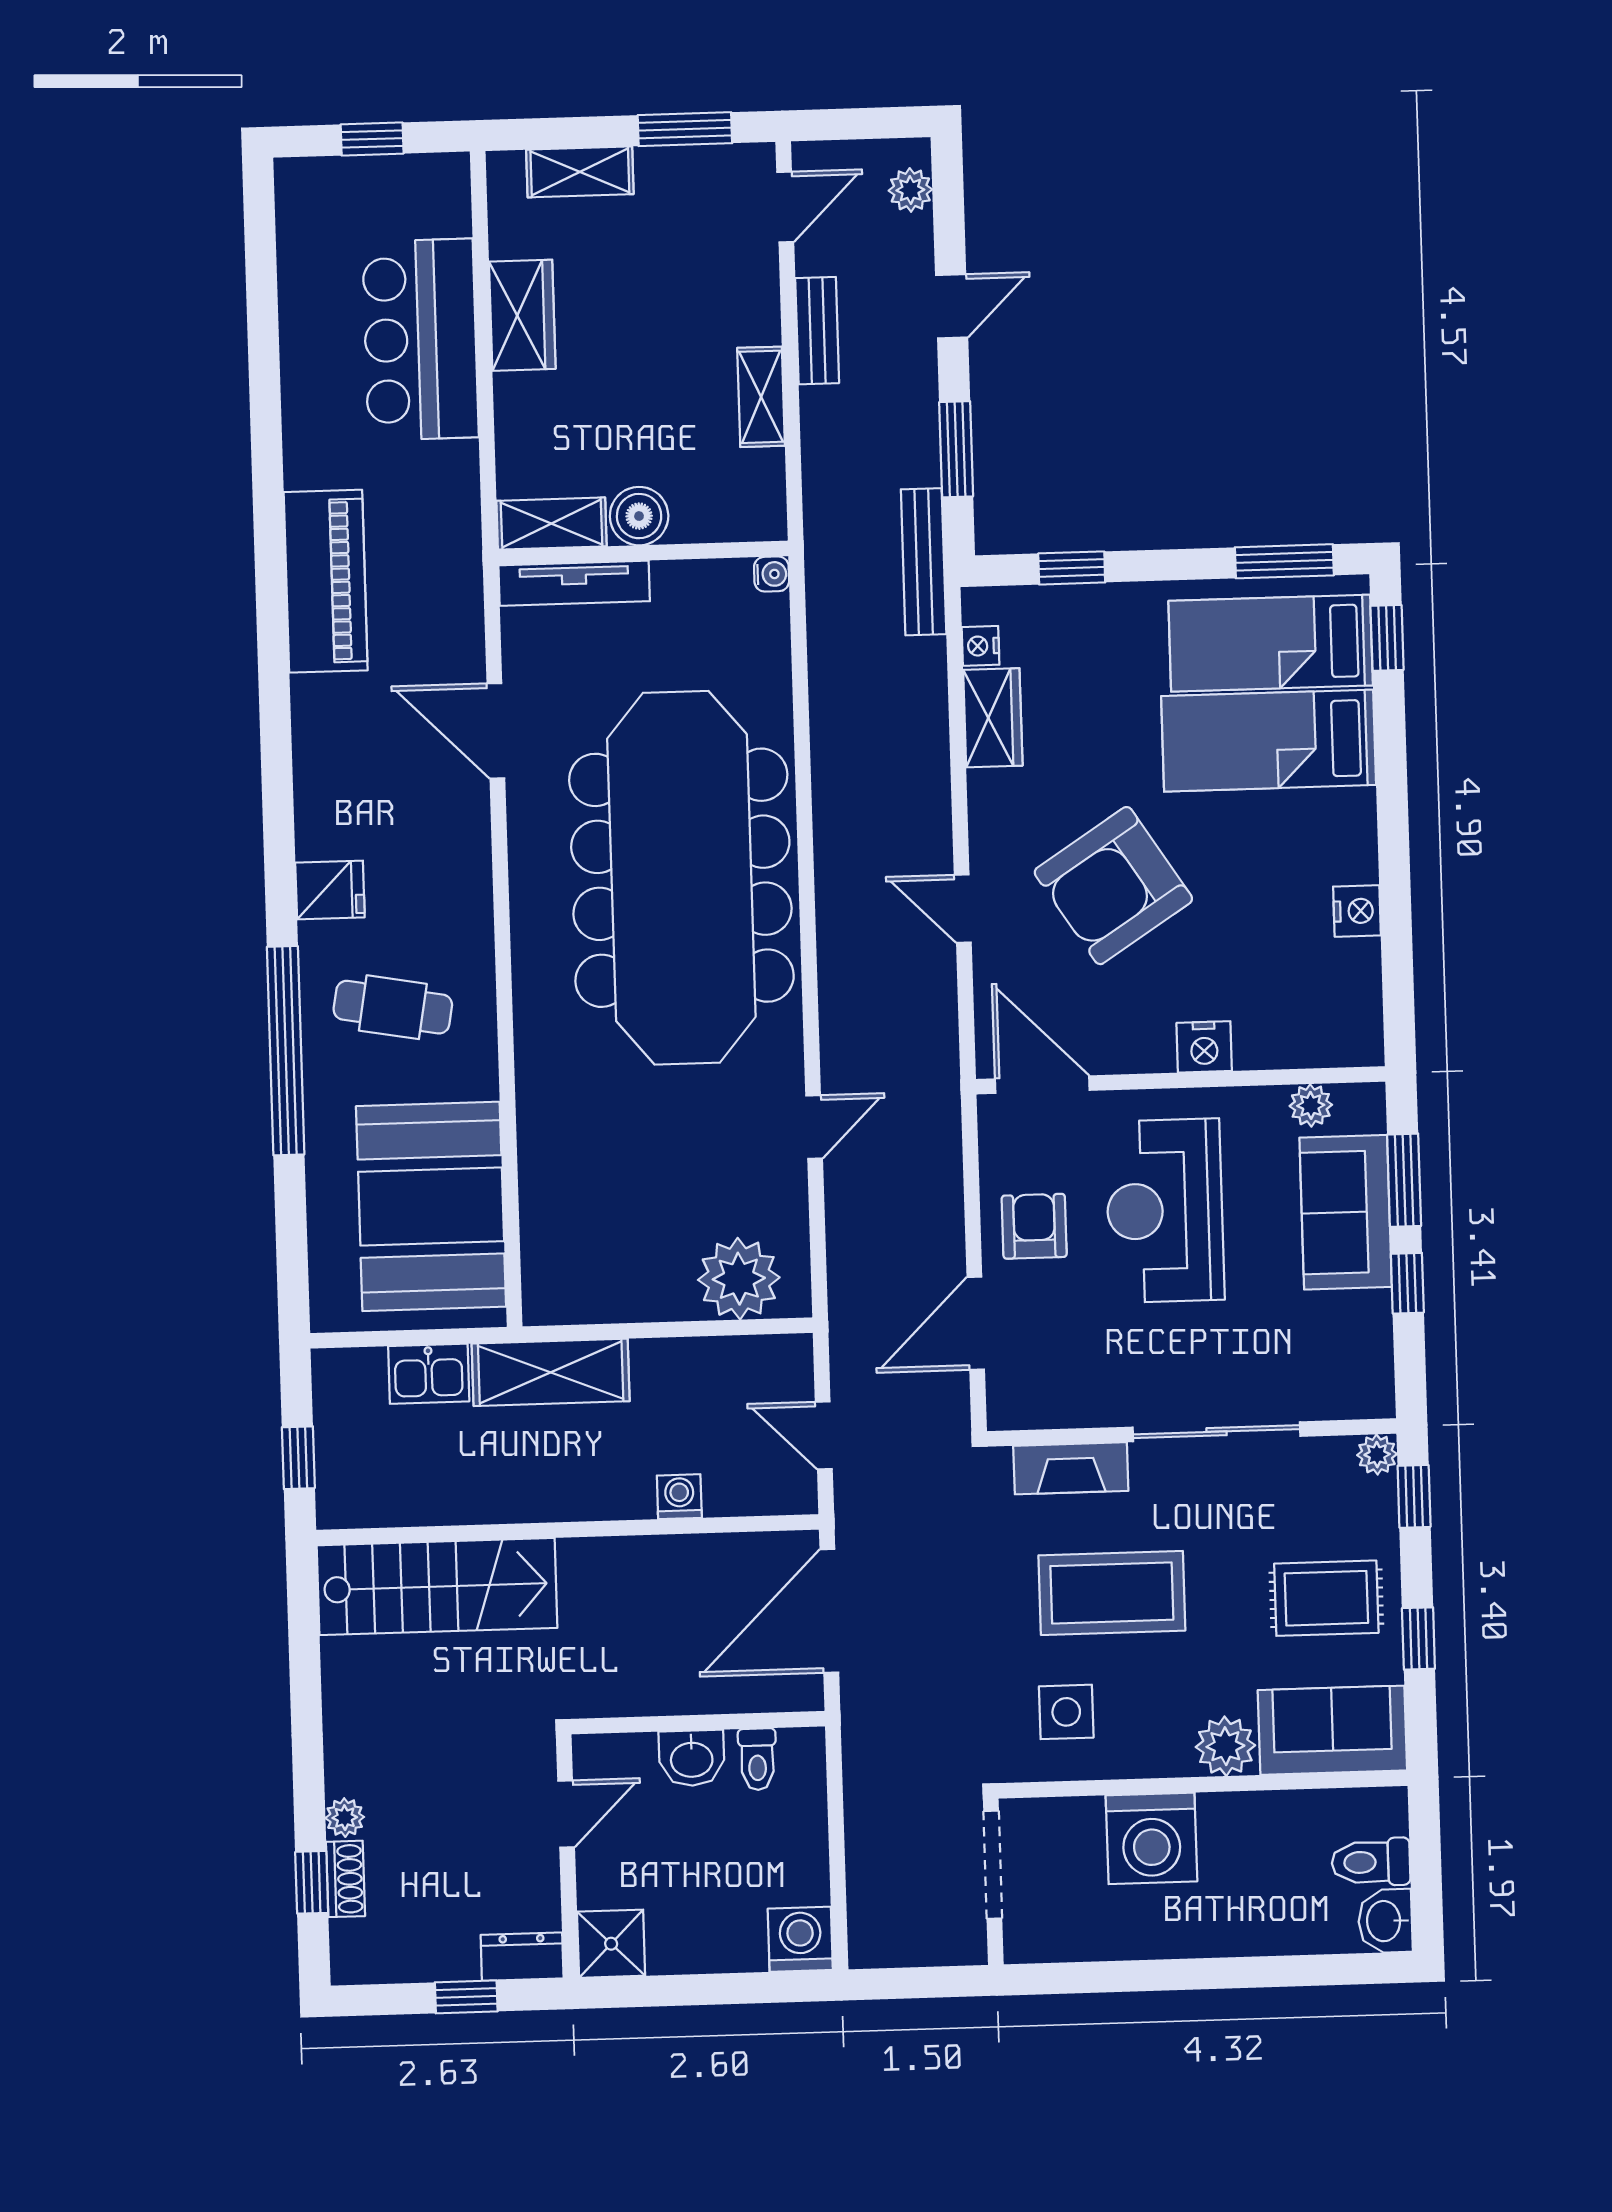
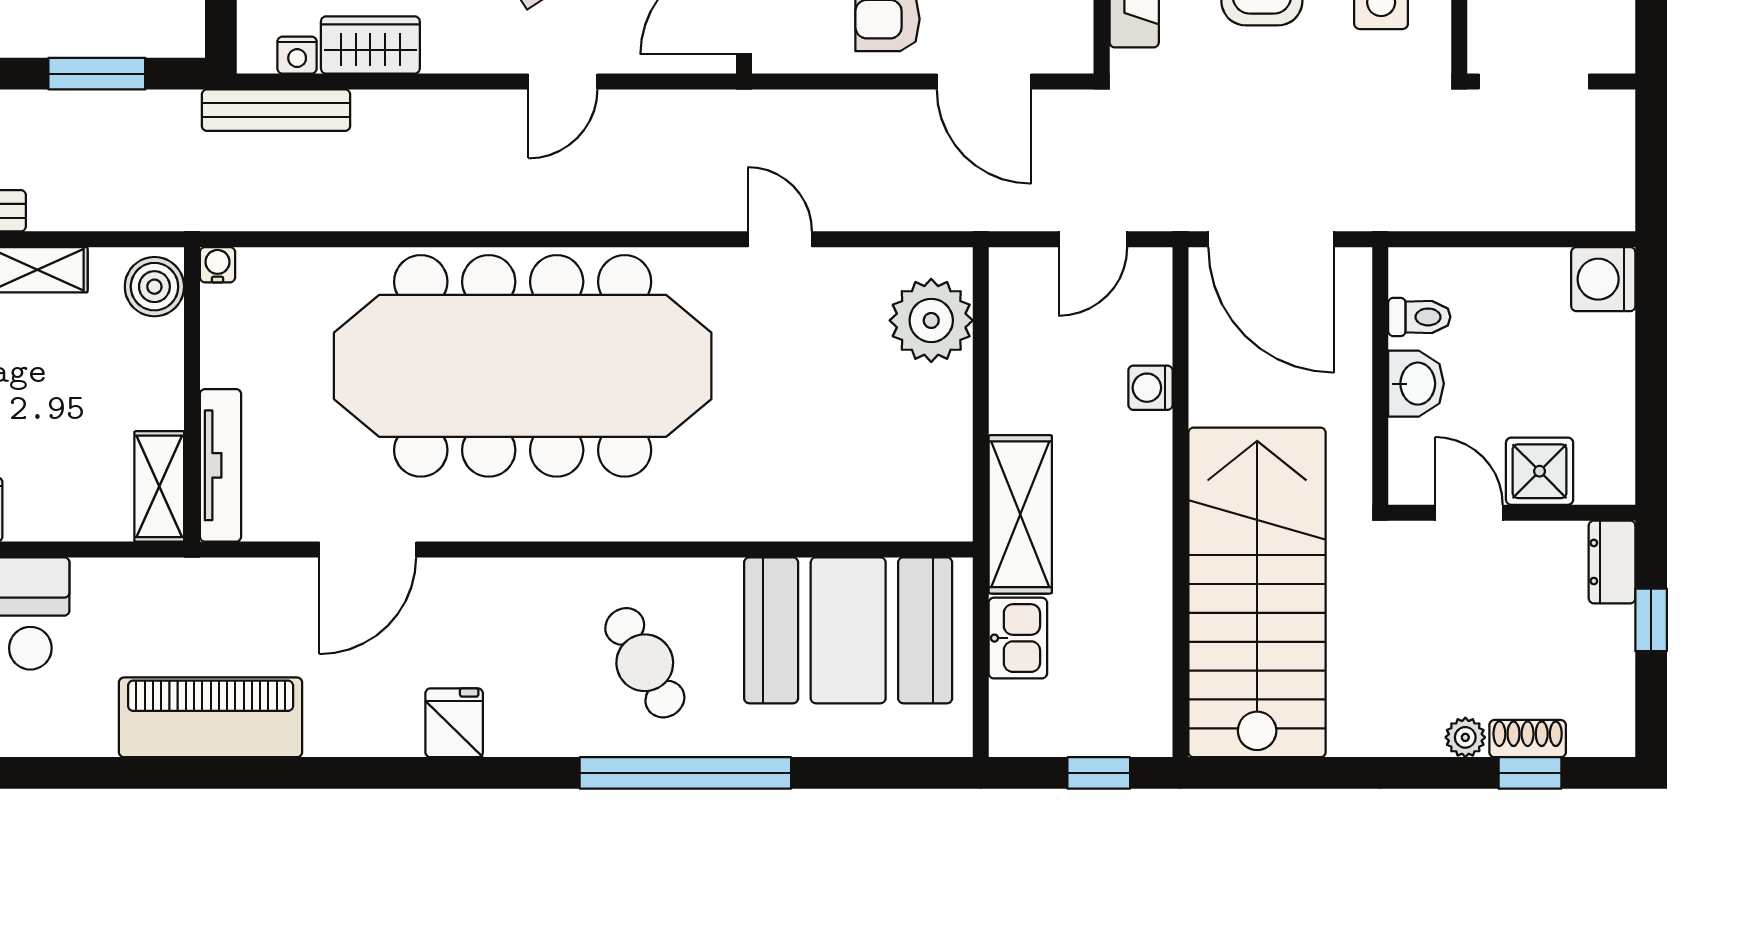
boiler: (639, 516) -> (154, 287), moved
bench: (924, 562) -> (276, 110), moved
fridge: (330, 890) -> (454, 723), moved
cafe table: (393, 1007) -> (645, 663), turned -39
stairs: (437, 1587) -> (1257, 592), width x1.36, depth x1.51
shower: (611, 1944) -> (1540, 471), moved

